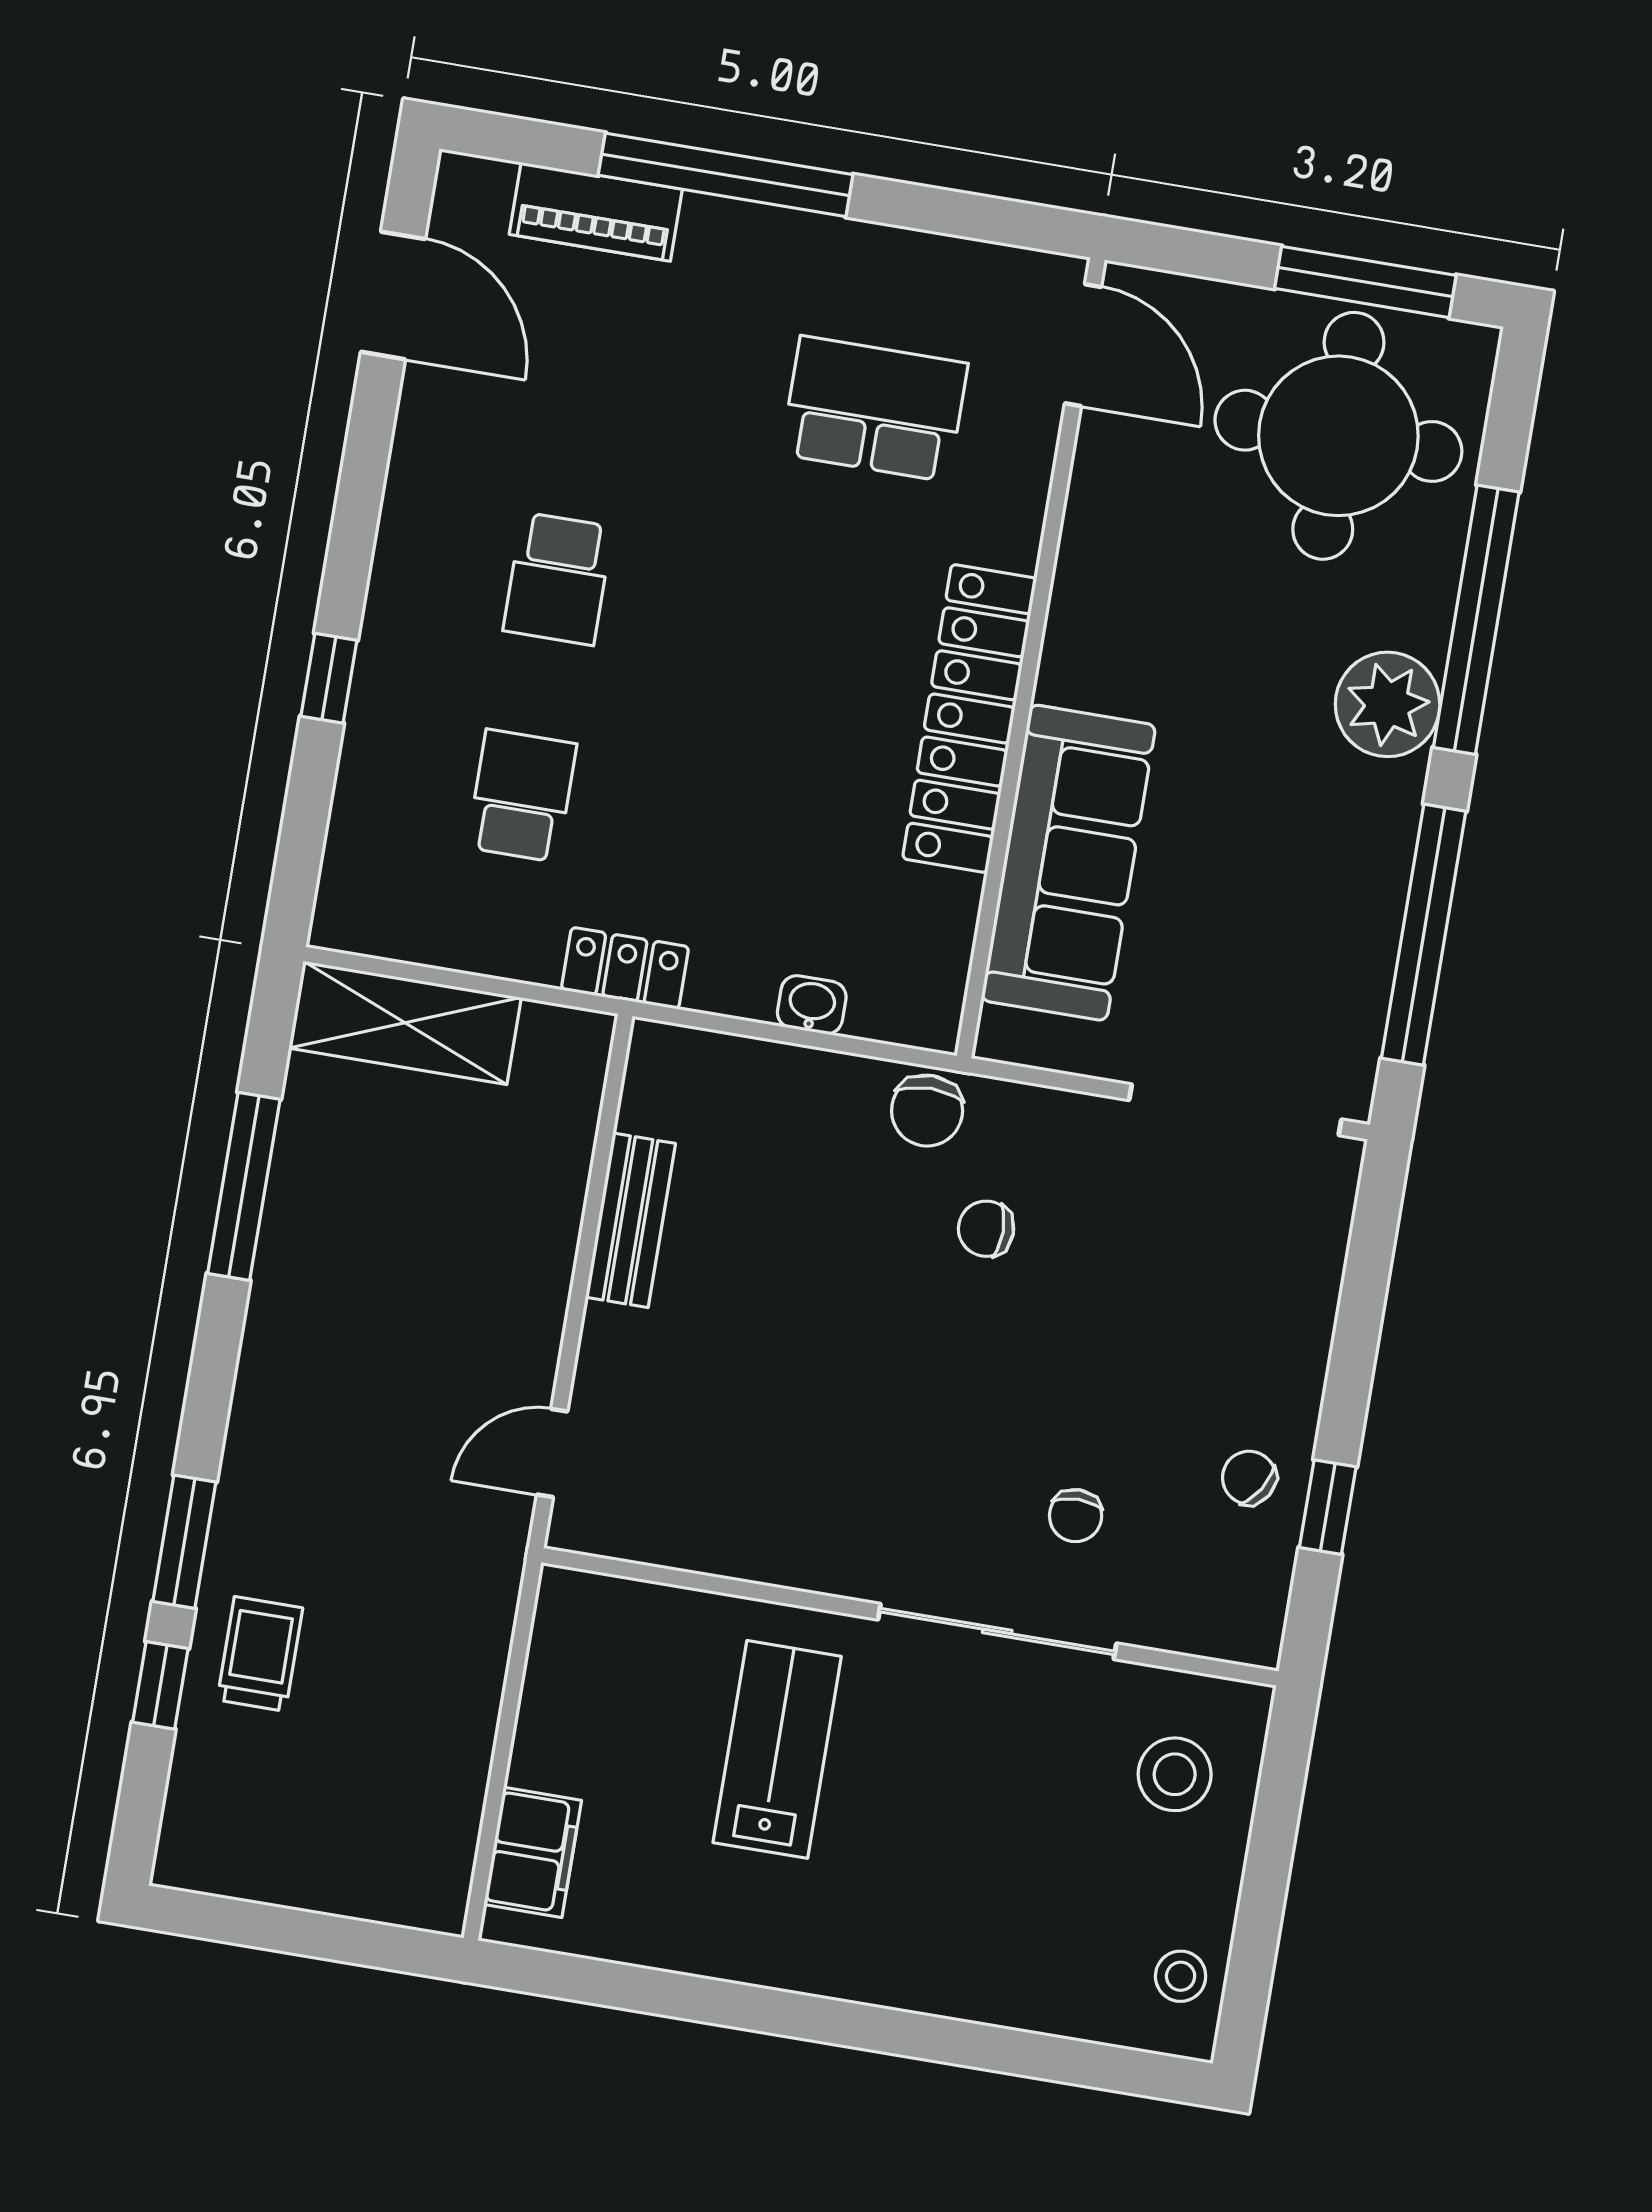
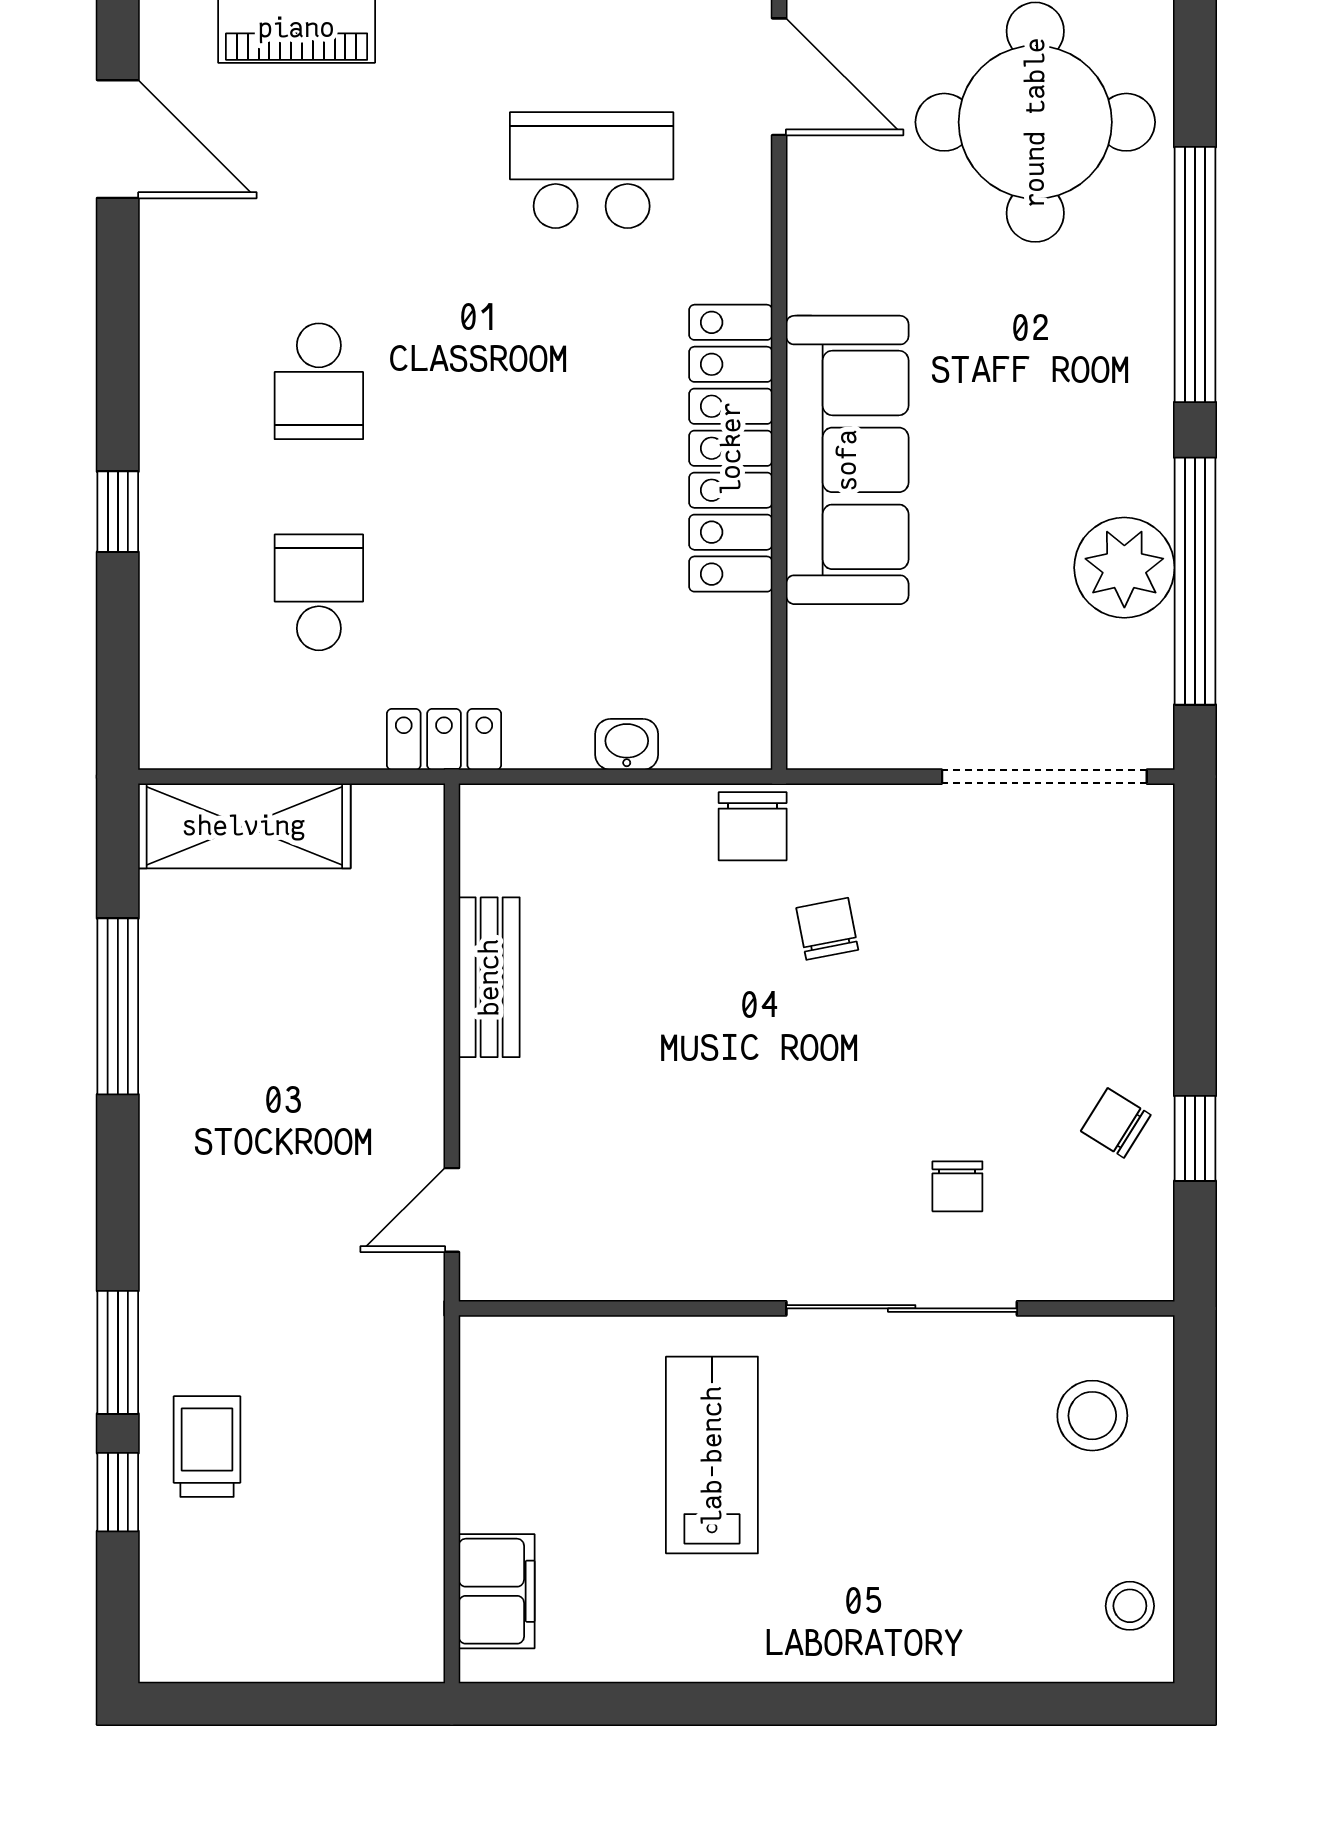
plant: (1388, 704) -> (1124, 568), moved
sofa: (1068, 863) -> (847, 460), moved
chair: (986, 1229) -> (827, 929), turned 79

